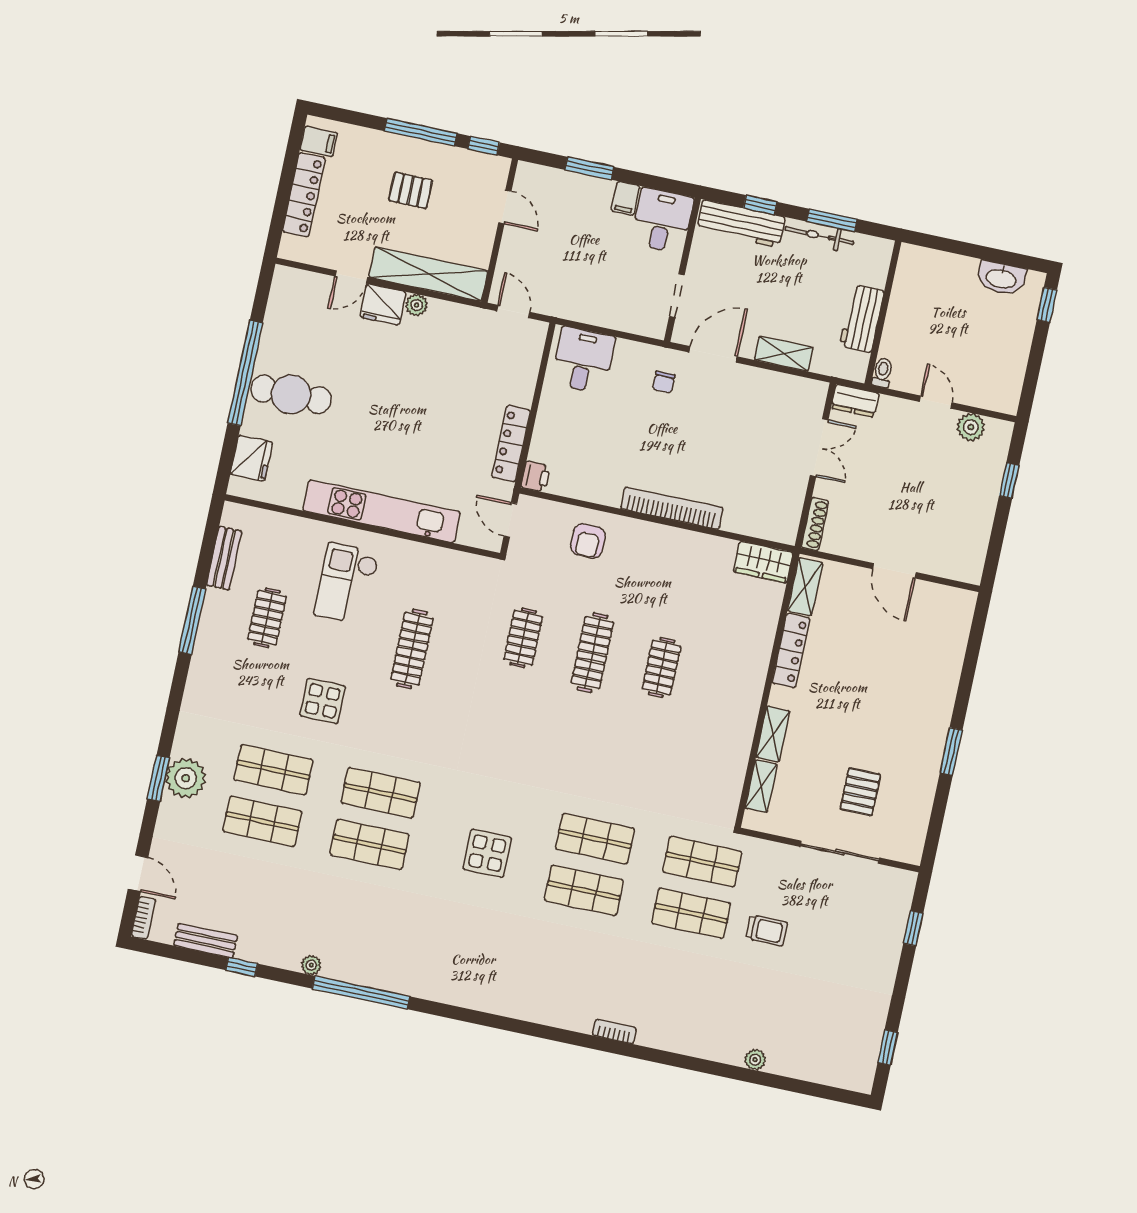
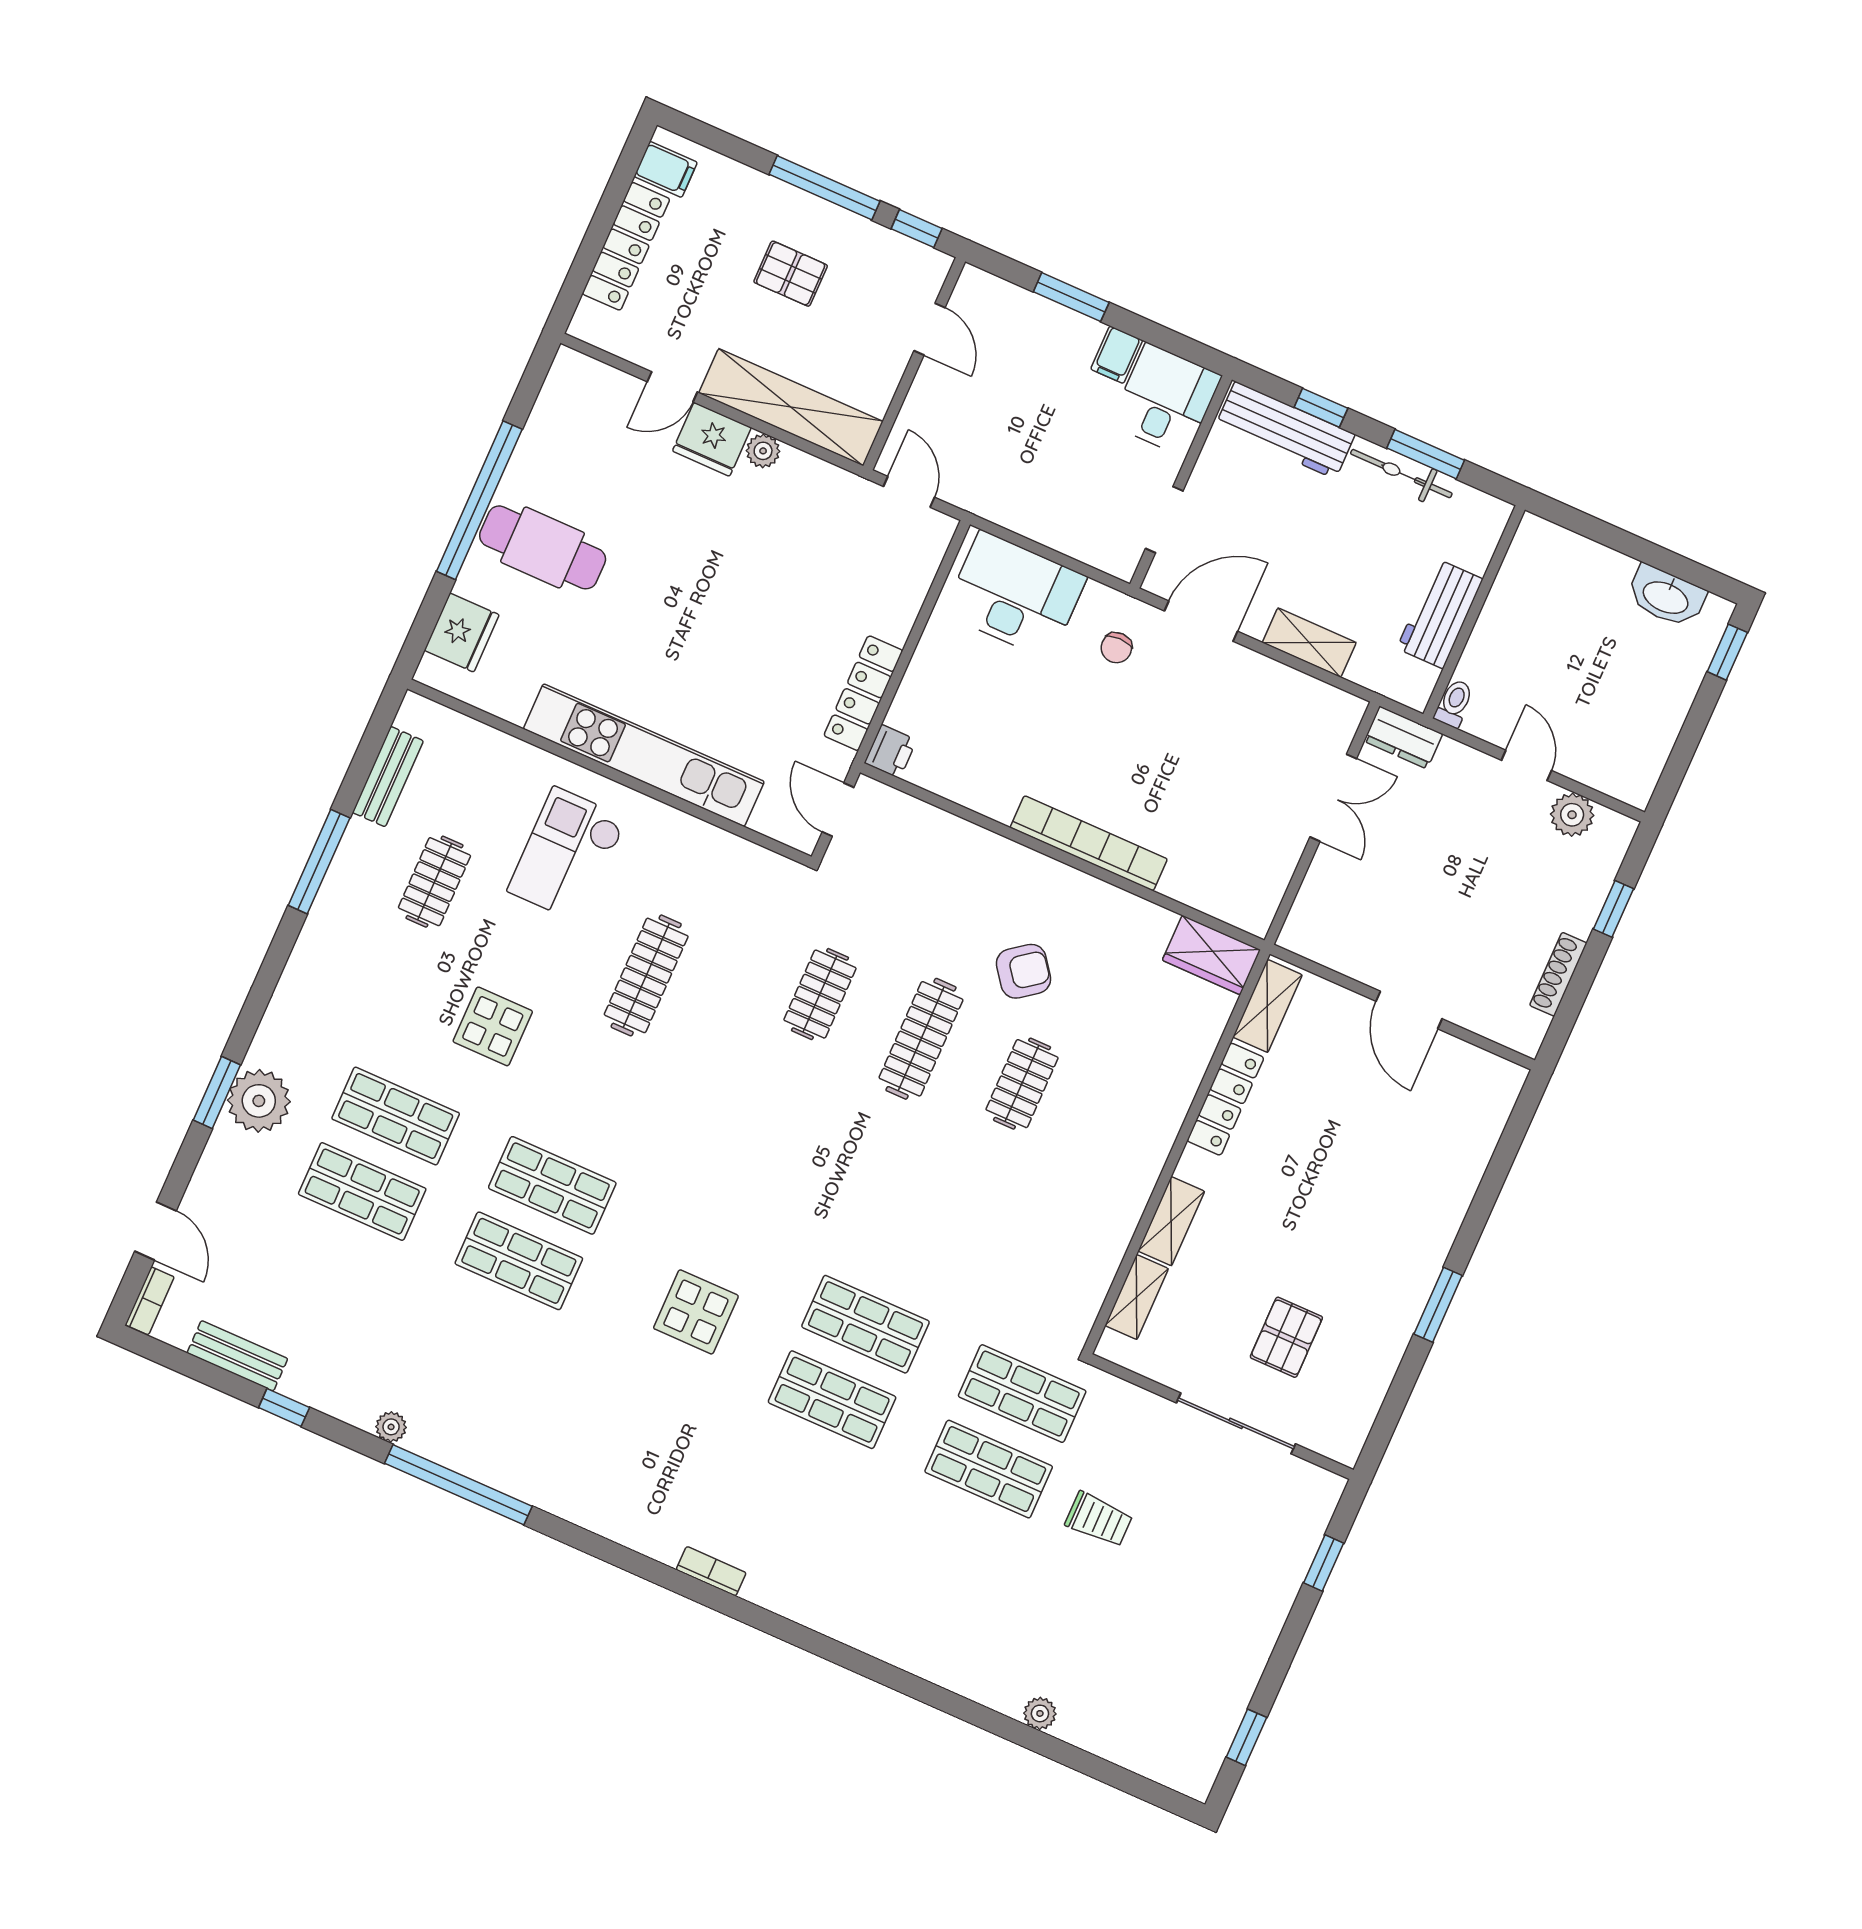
desk: (583, 360) -> (1015, 595), width x1.37
shoe rack: (815, 524) -> (1558, 974), moved, turned 180
armchair: (588, 541) -> (1023, 971), moved, turned -127
bookcase: (614, 1032) -> (711, 1571), moved

